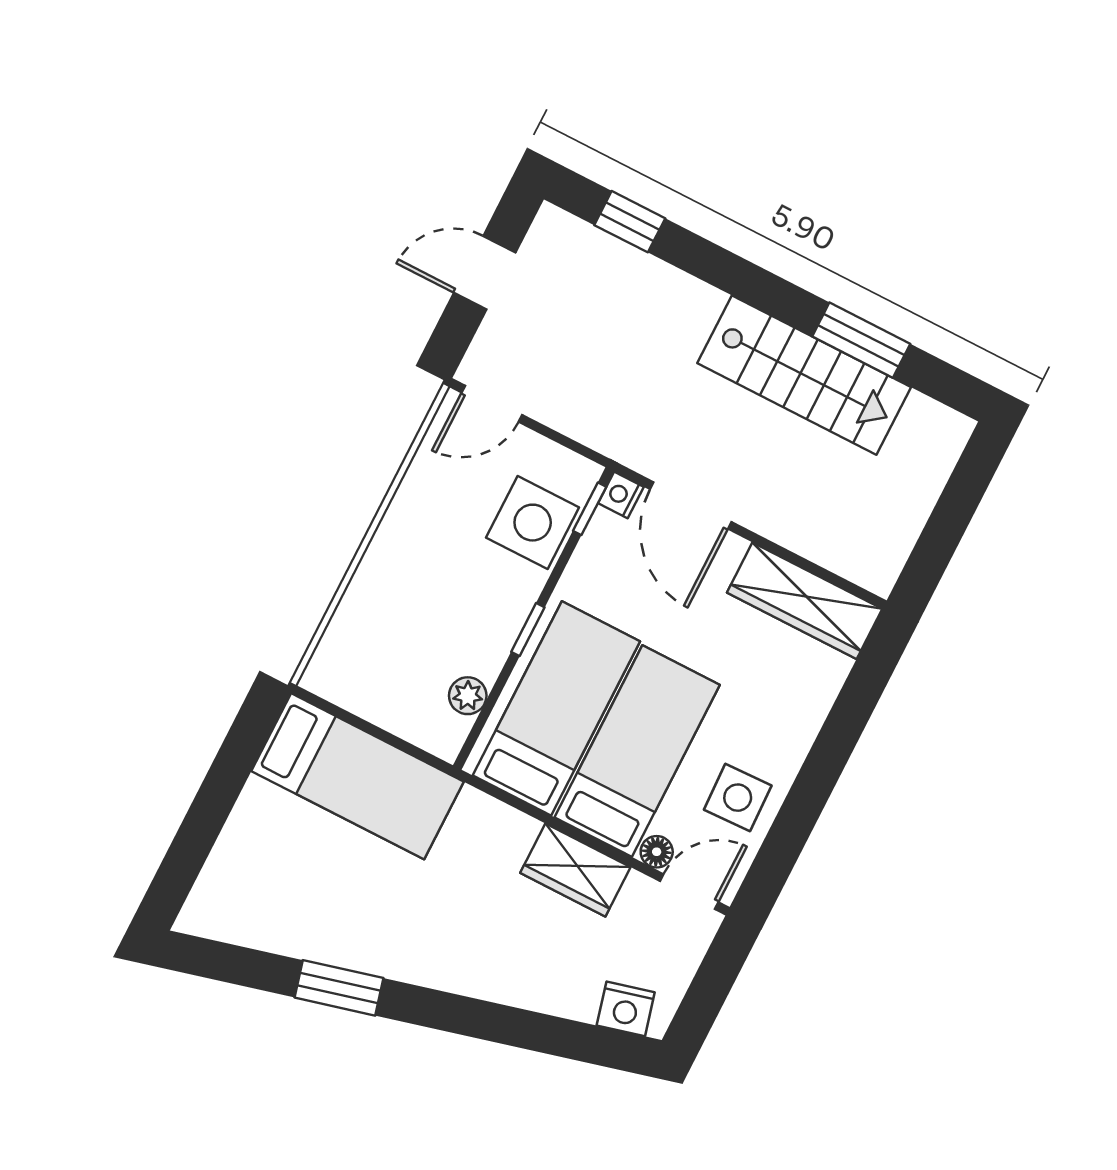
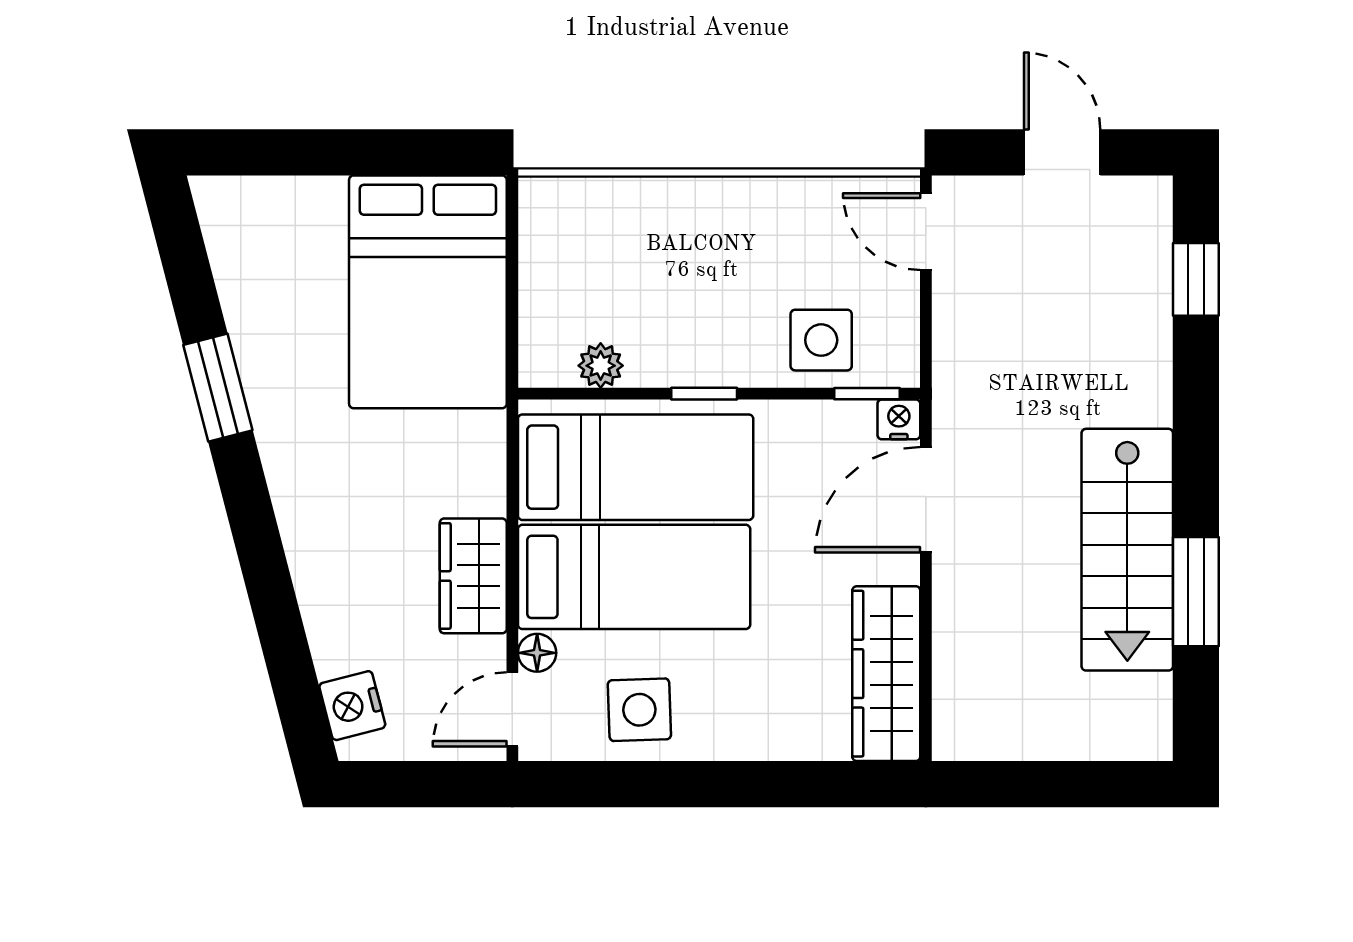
side table: (533, 523) -> (821, 340), width x0.73, depth x0.73
bed: (358, 776) -> (428, 292), width x1.50
door: (689, 892) -> (512, 709), swing flipped

